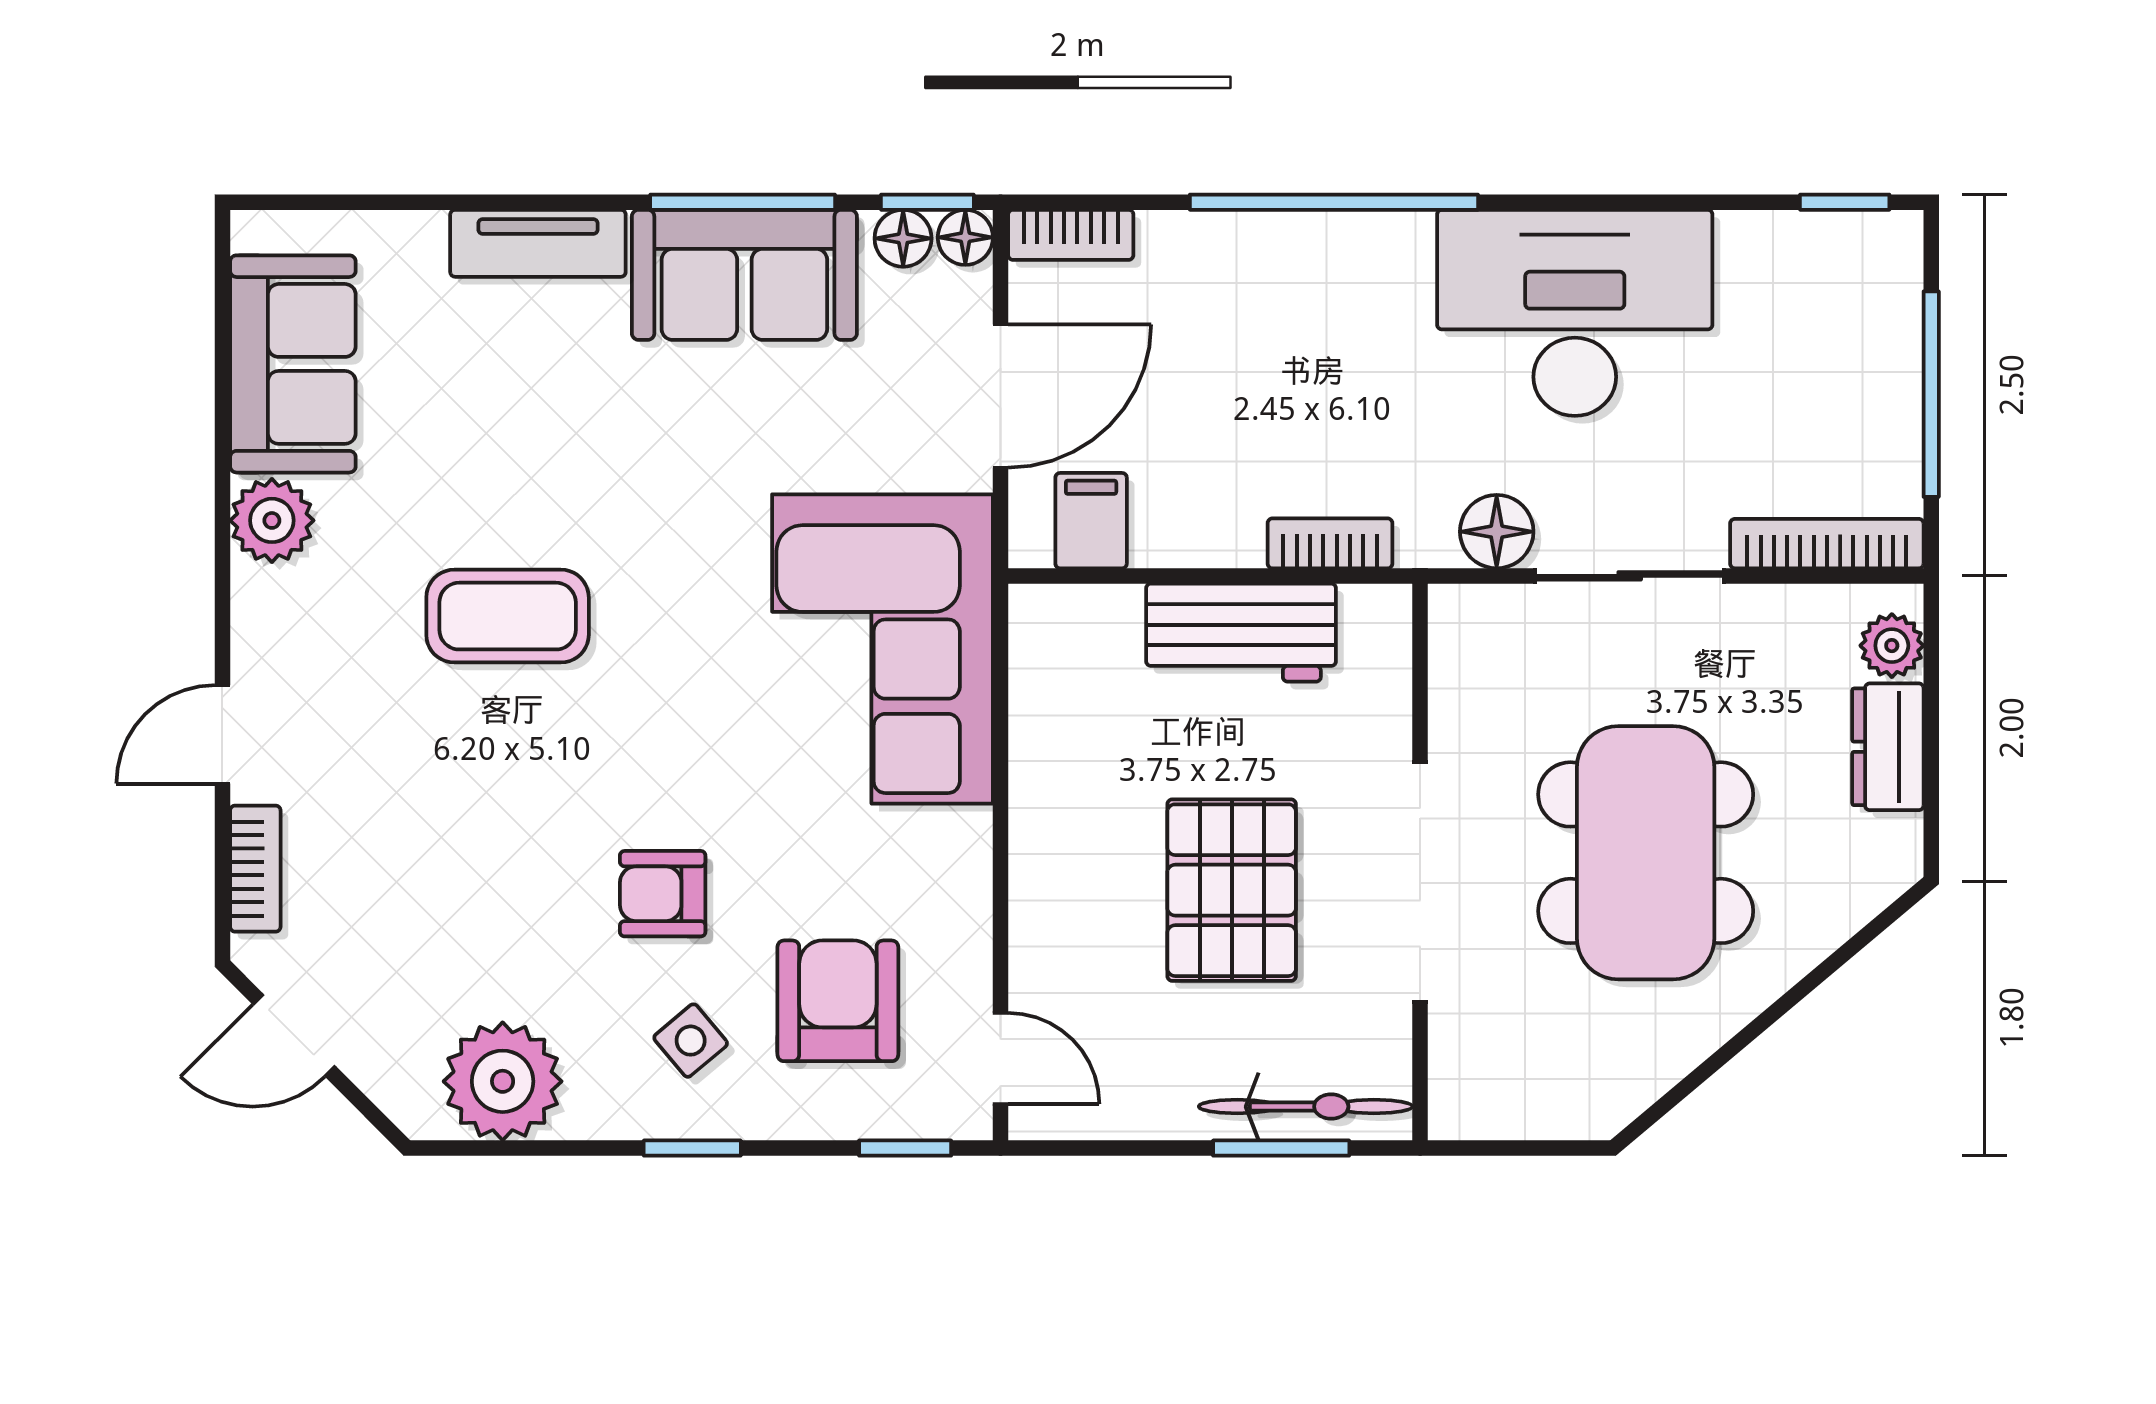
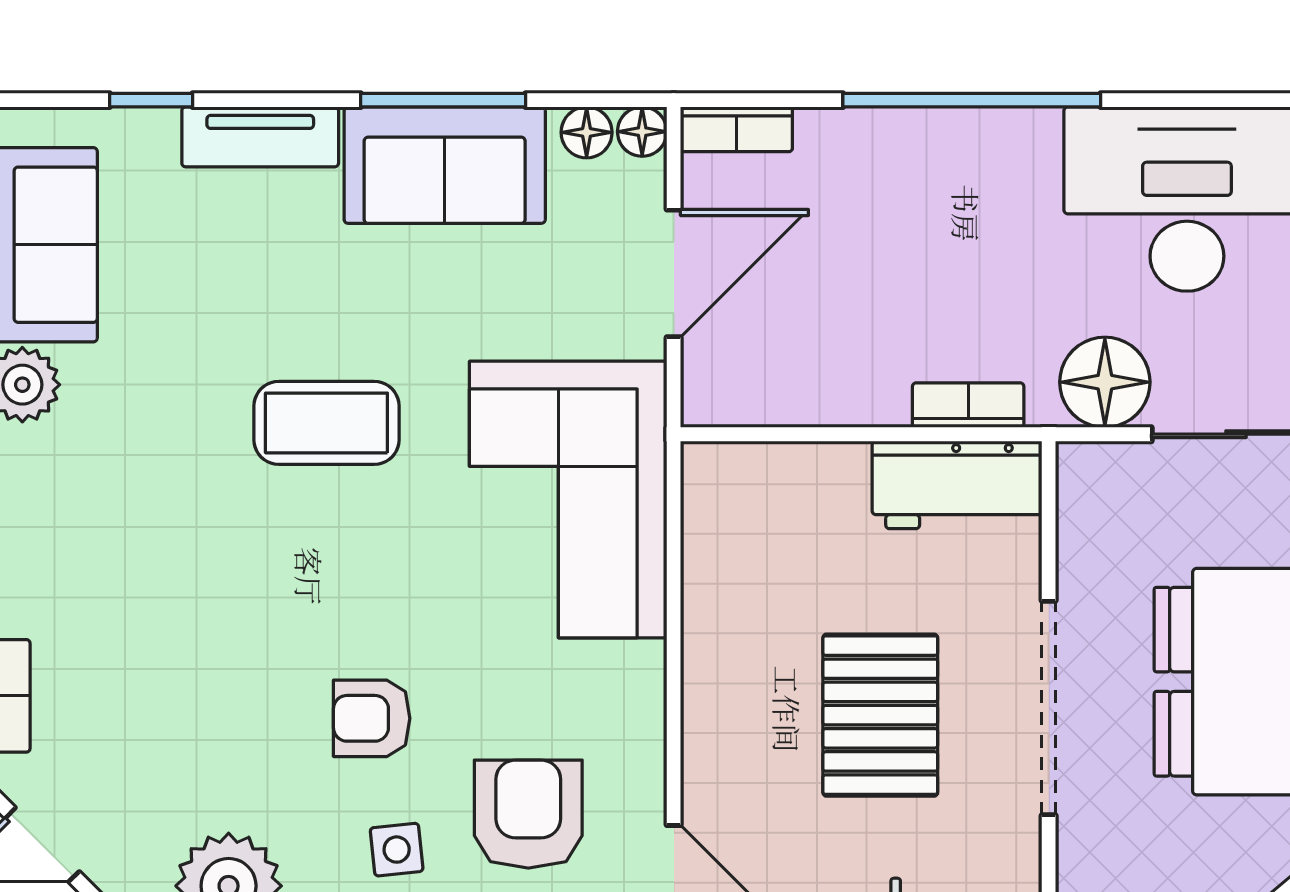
window: (927, 202) -> (151, 100), moved
filing cabinet: (1091, 521) -> (755, 385), removed
floor lamp: (1497, 532) -> (1105, 382), width x1.38, depth x1.38
coffee table: (508, 616) -> (326, 423), moved
workbench: (1241, 633) -> (957, 485), moved
side table: (691, 1041) -> (397, 850), turned 34

